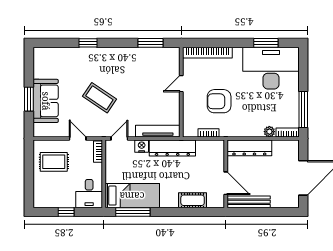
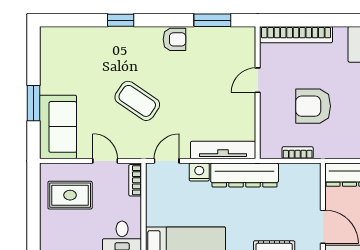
armchair: (125, 56) -> (174, 39), added
sofa: (46, 101) -> (58, 127), moved

